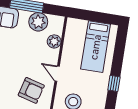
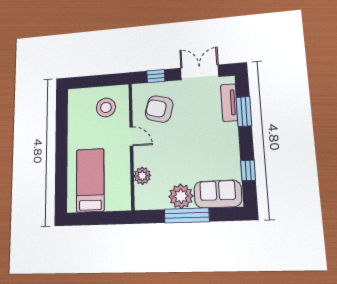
plant: (38, 22) -> (181, 196), moved
window: (114, 83) -> (61, 140), removed

